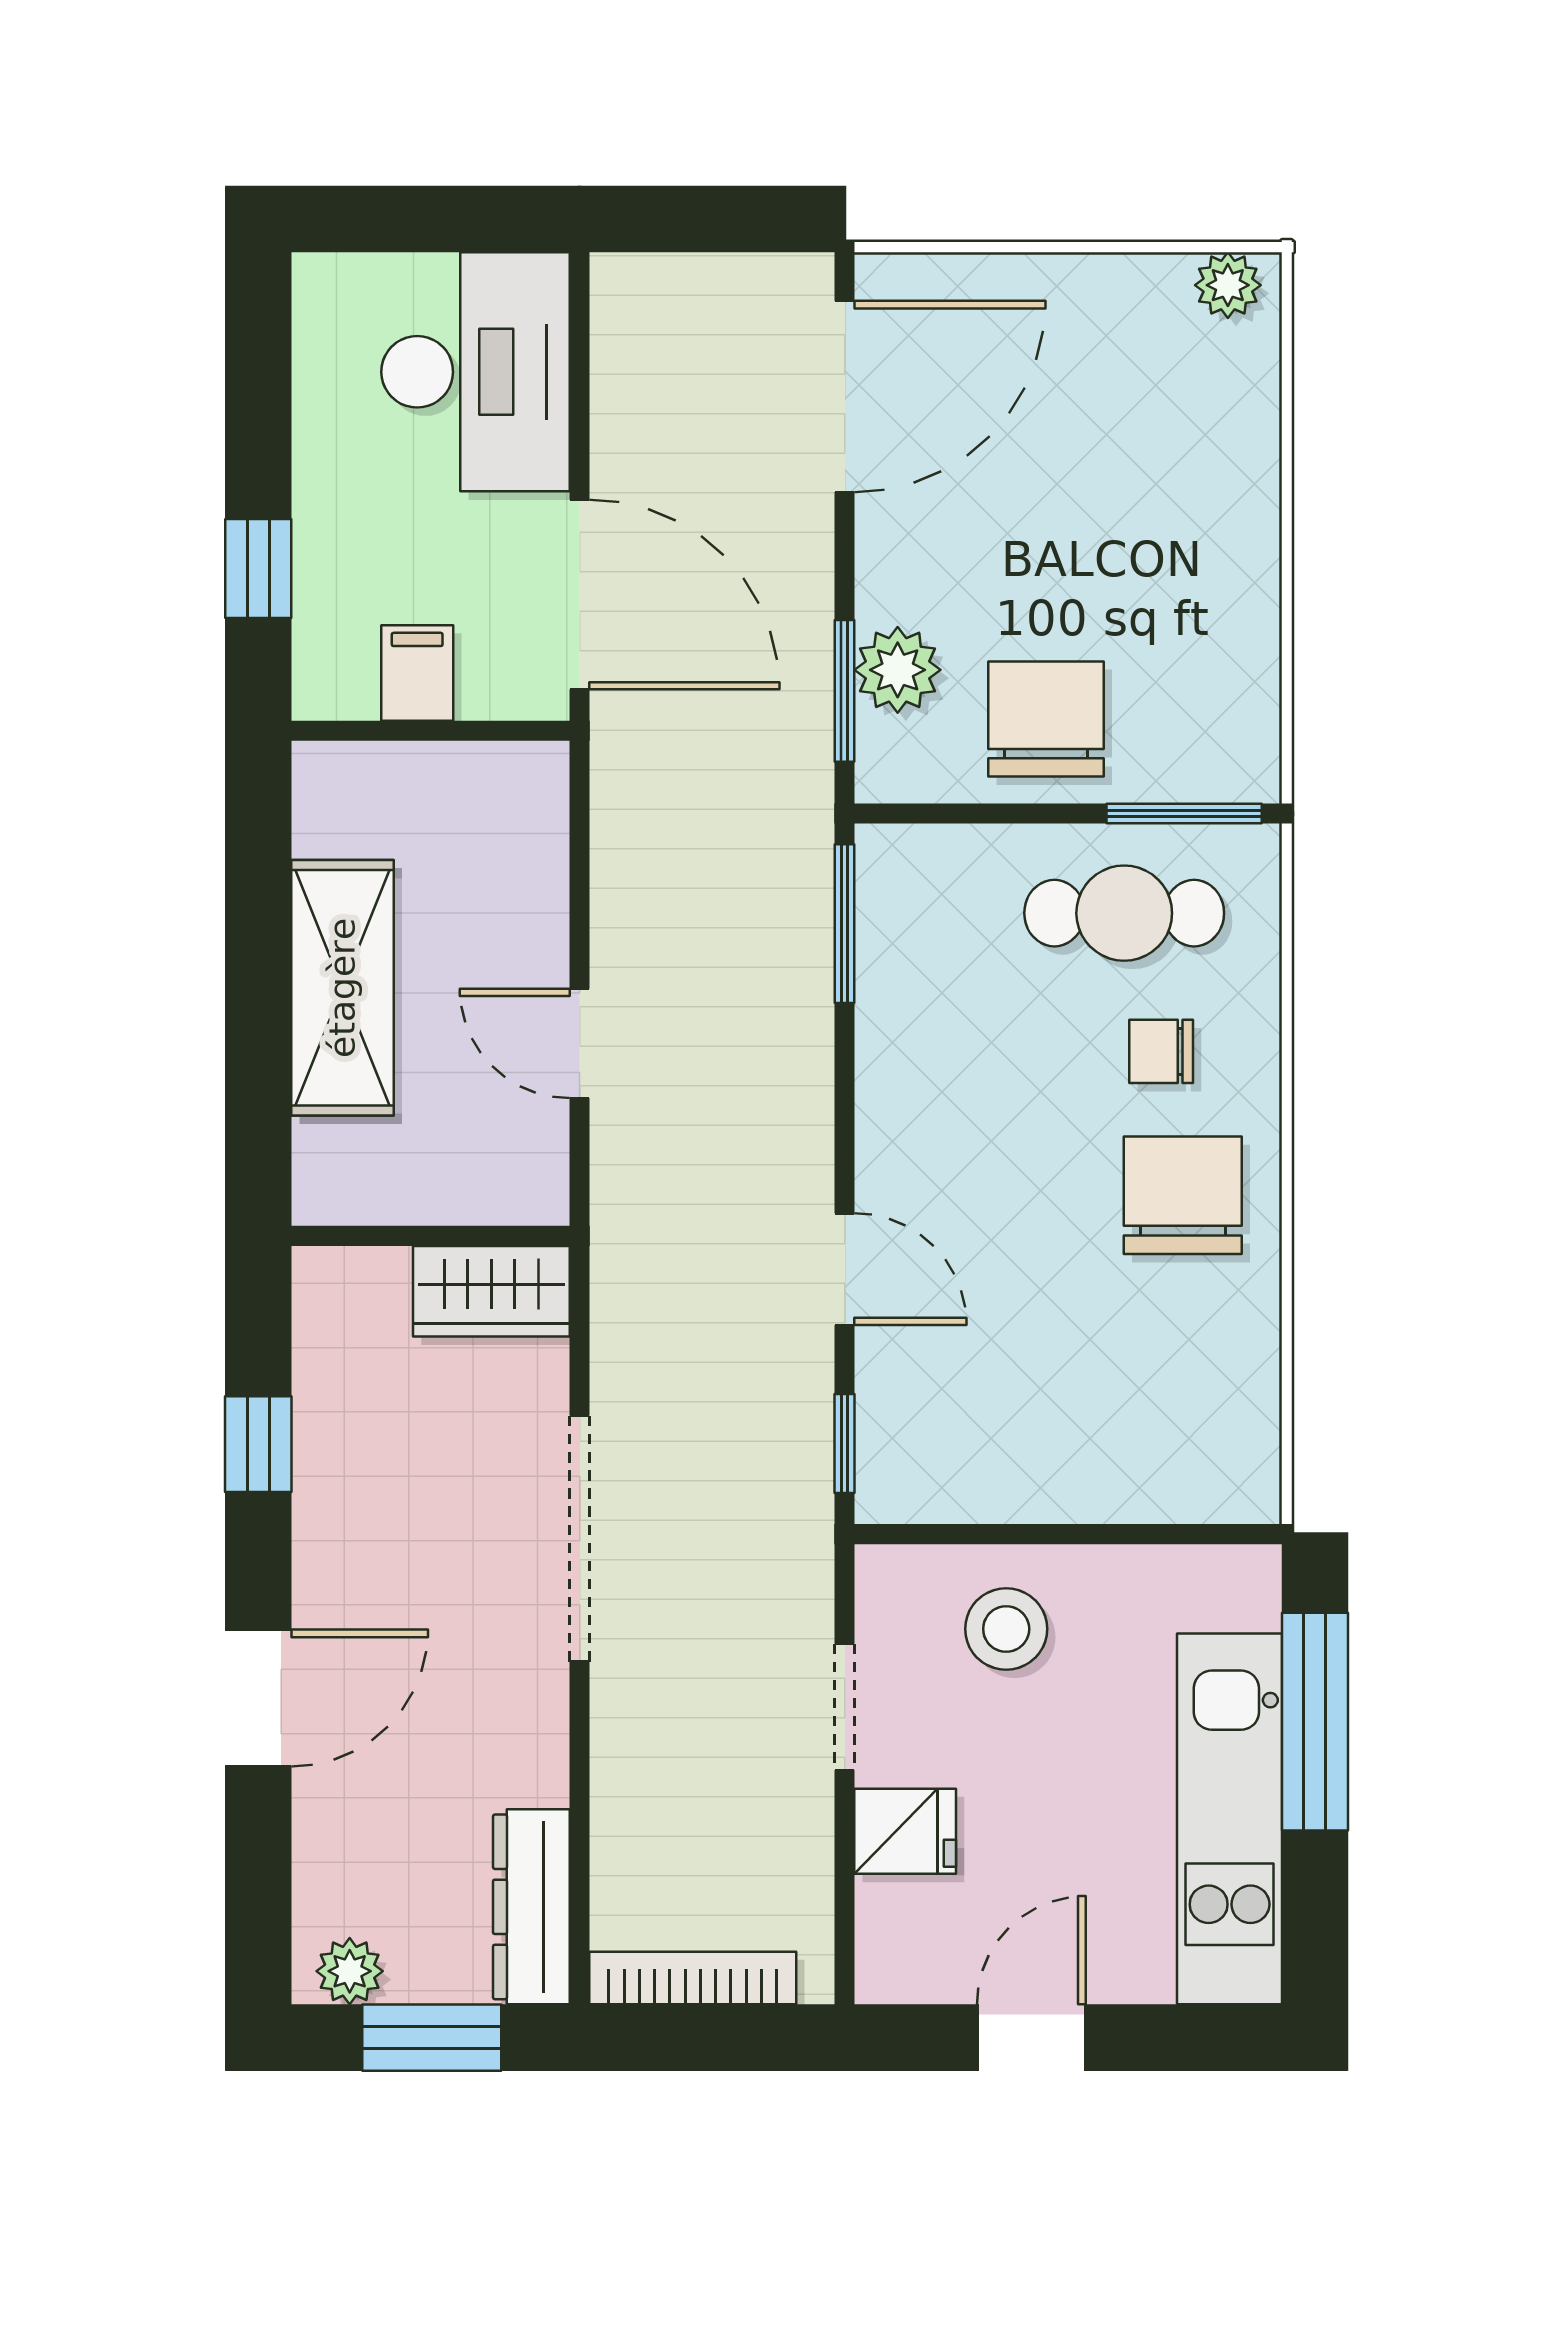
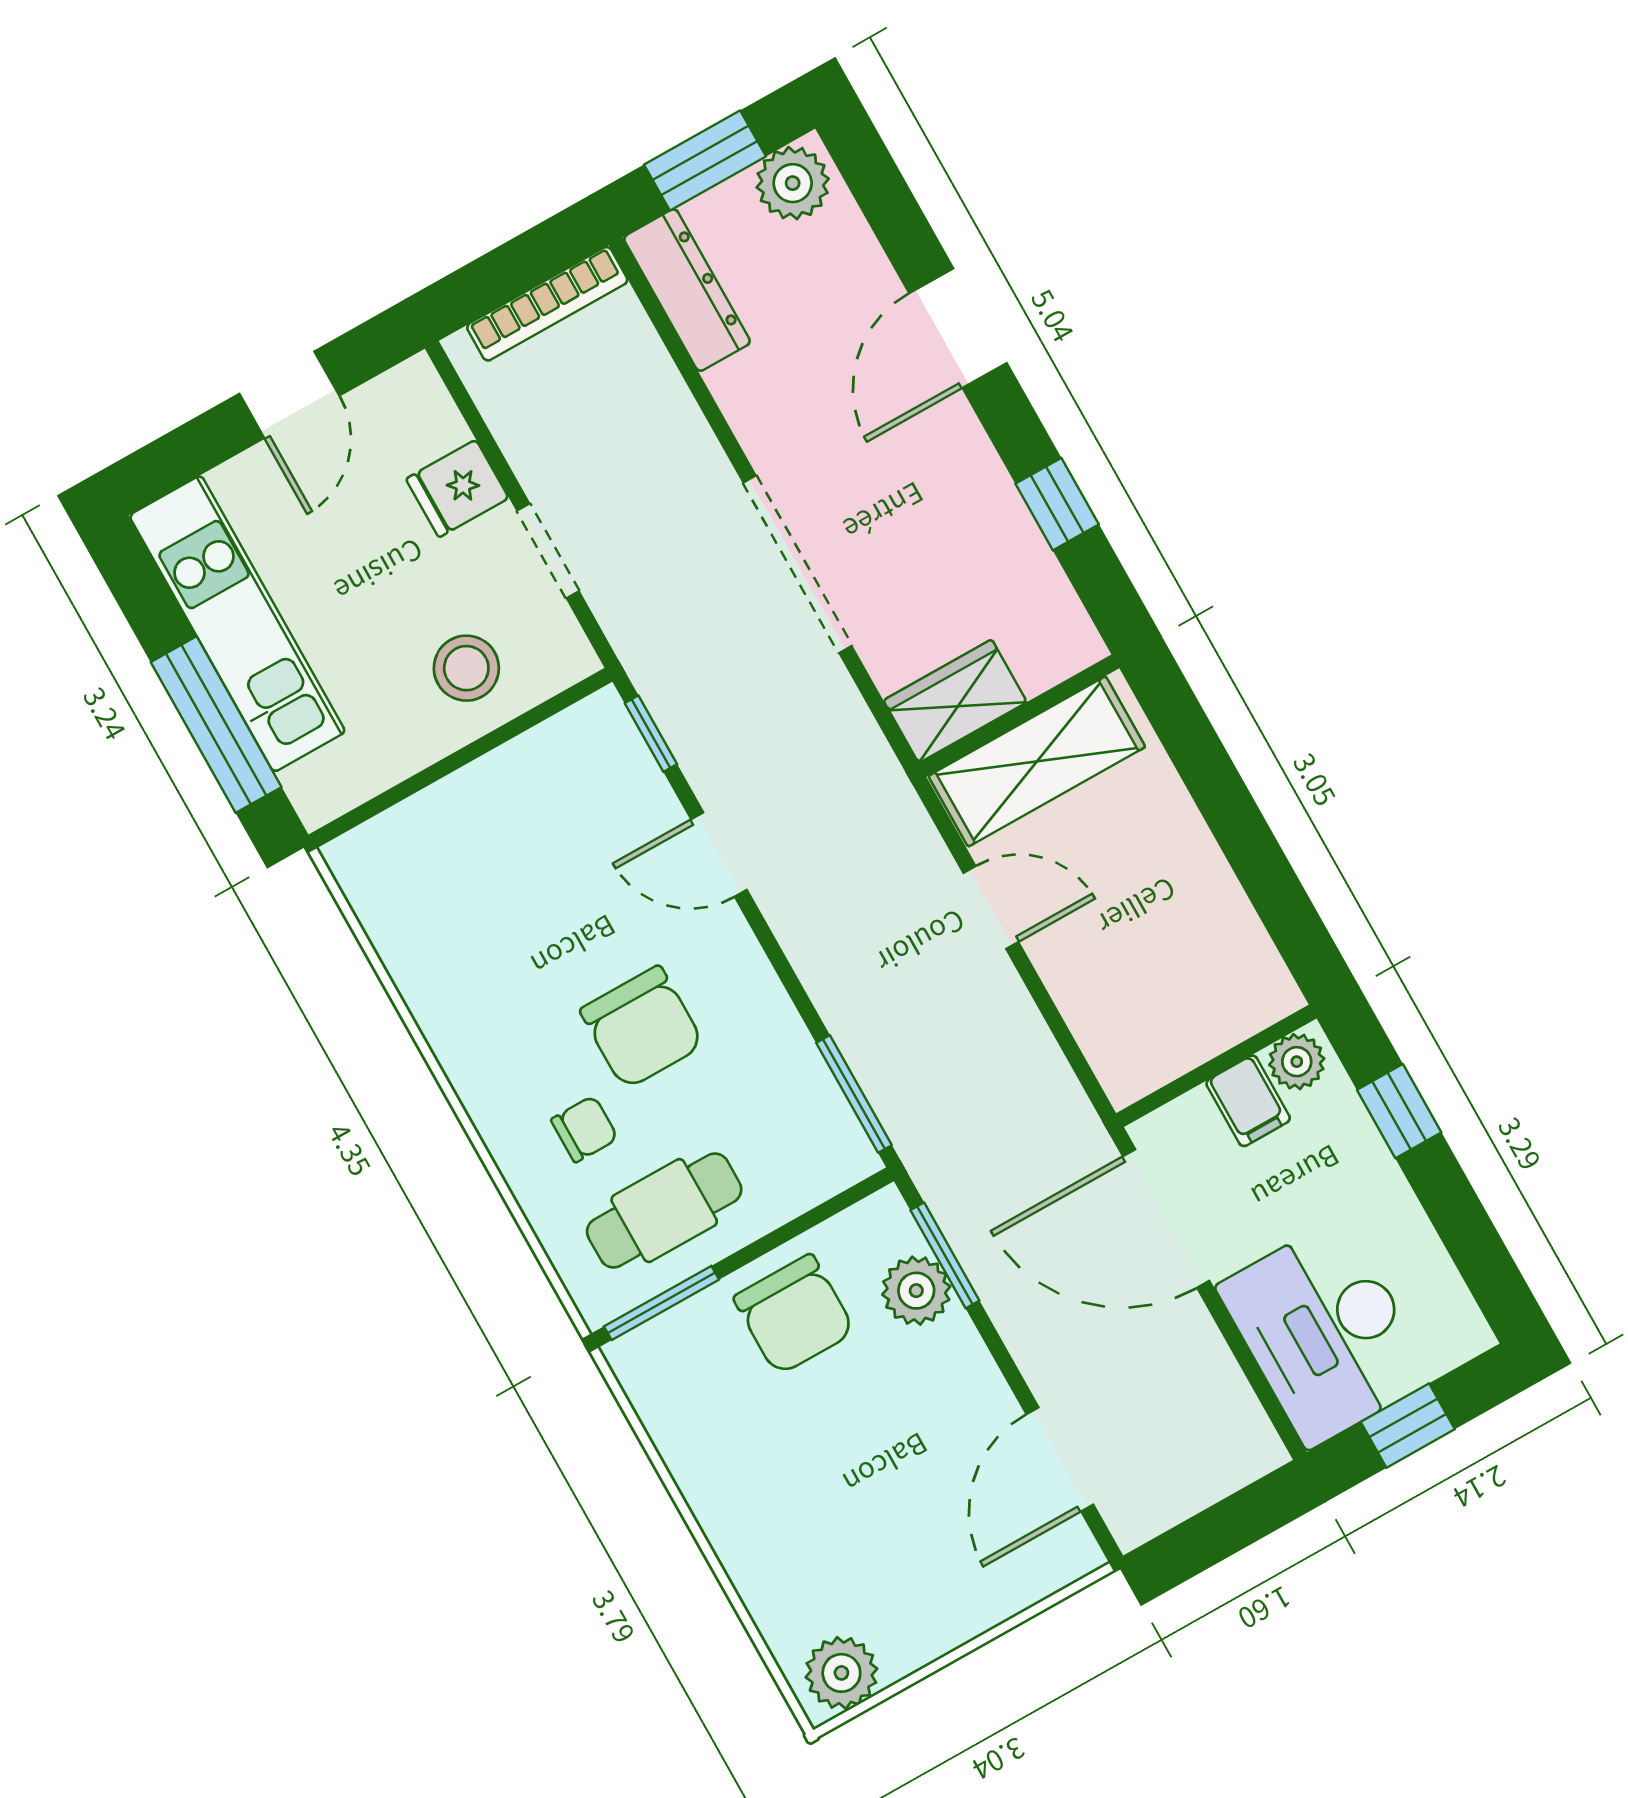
window: (443, 219) -> (1408, 1426), added
plant: (1228, 285) -> (841, 1673), width x1.38, depth x1.38
door: (845, 396) -> (1060, 1459), width x0.73
plant: (340, 686) -> (1297, 1062), added
shelving: (342, 988) -> (1037, 761), moved, turned 90
chair: (1183, 1195) -> (642, 1027), moved
plant: (350, 1971) -> (793, 183), width x1.38, depth x1.38

